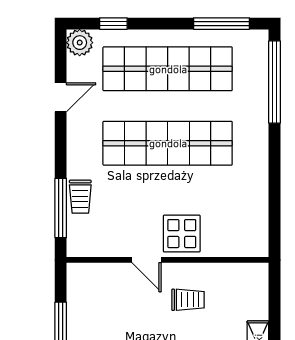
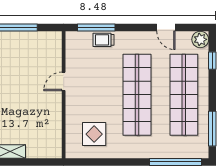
display table: (182, 234) -> (94, 134), moved
trolley: (188, 300) -> (39, 108), removed

